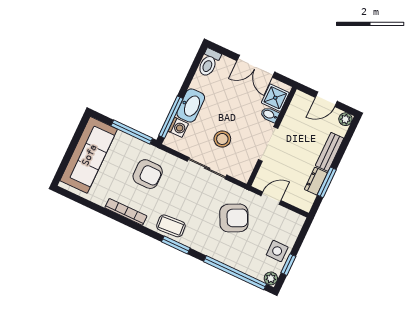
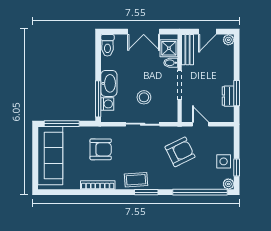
window: (132, 132) -> (62, 124), moved
bench: (330, 152) -> (188, 50), moved
door: (271, 198) -> (201, 124), hinge flipped

